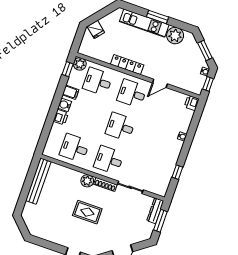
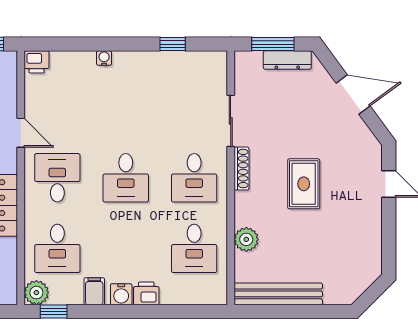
desk: (132, 94) -> (57, 178), turned 180
plant: (87, 181) -> (246, 239), moved
dresser: (155, 211) -> (287, 60), moved

